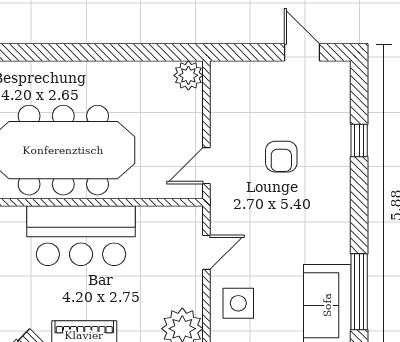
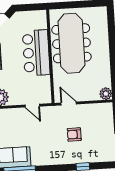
side table: (238, 303) -> (12, 120), removed

